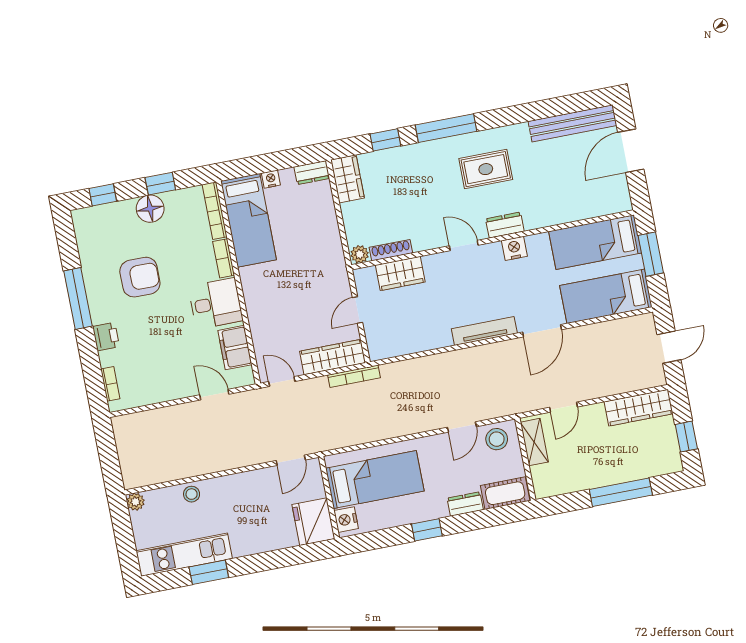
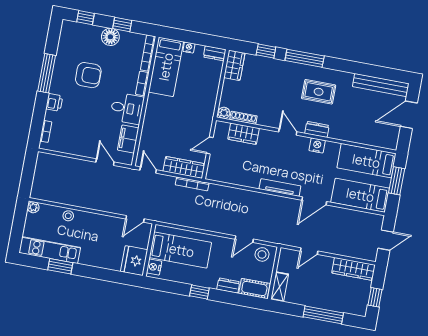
shelving: (534, 442) -> (280, 287), moved

